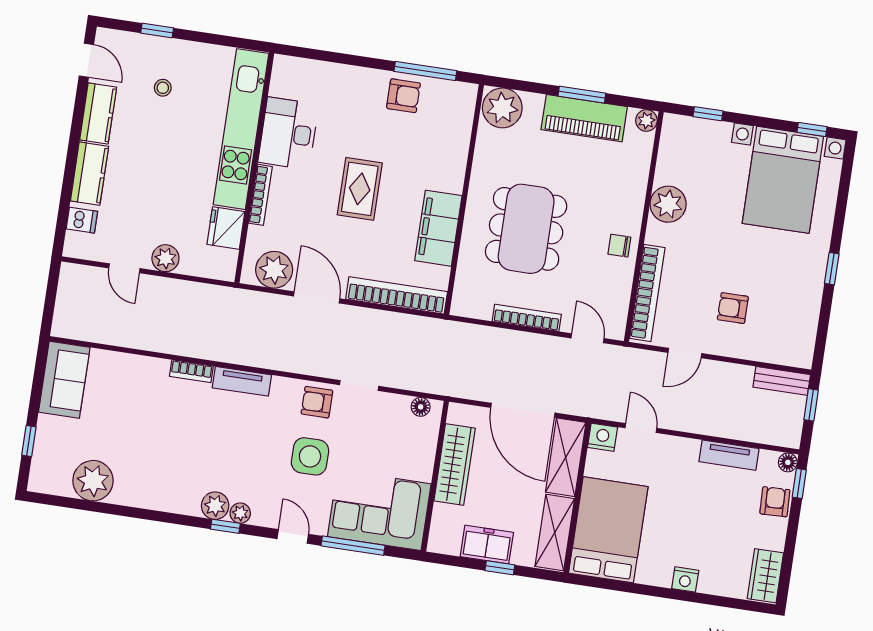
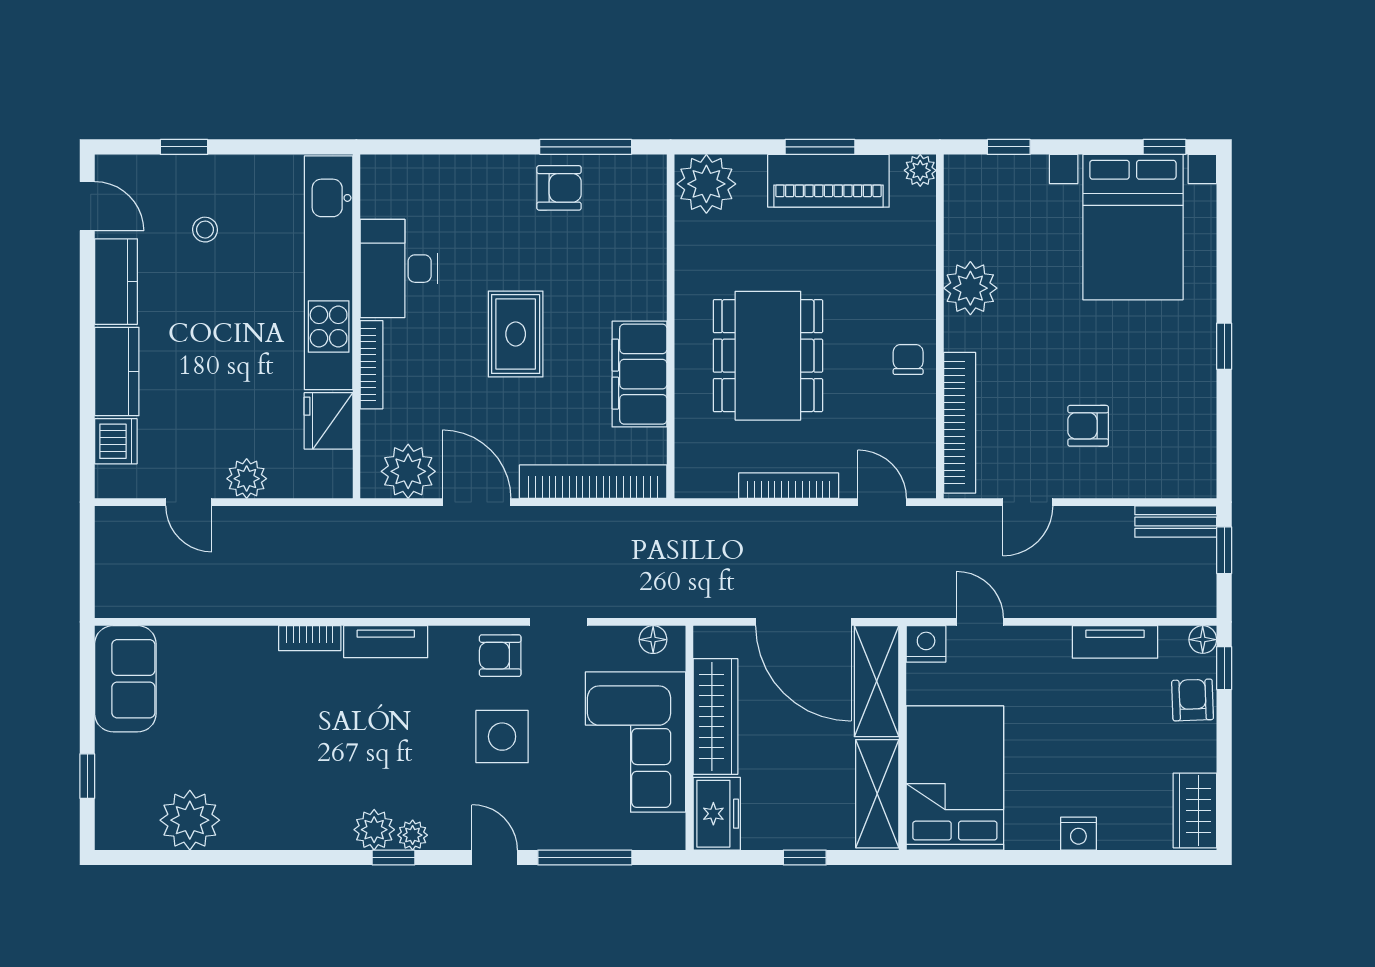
dishwasher: (82, 220) -> (116, 441), width x1.38
chair: (619, 246) -> (908, 360), turned 90
corner sofa: (379, 510) -> (636, 742), moved, turned -90
freezer: (487, 545) -> (717, 814), moved, turned 90

